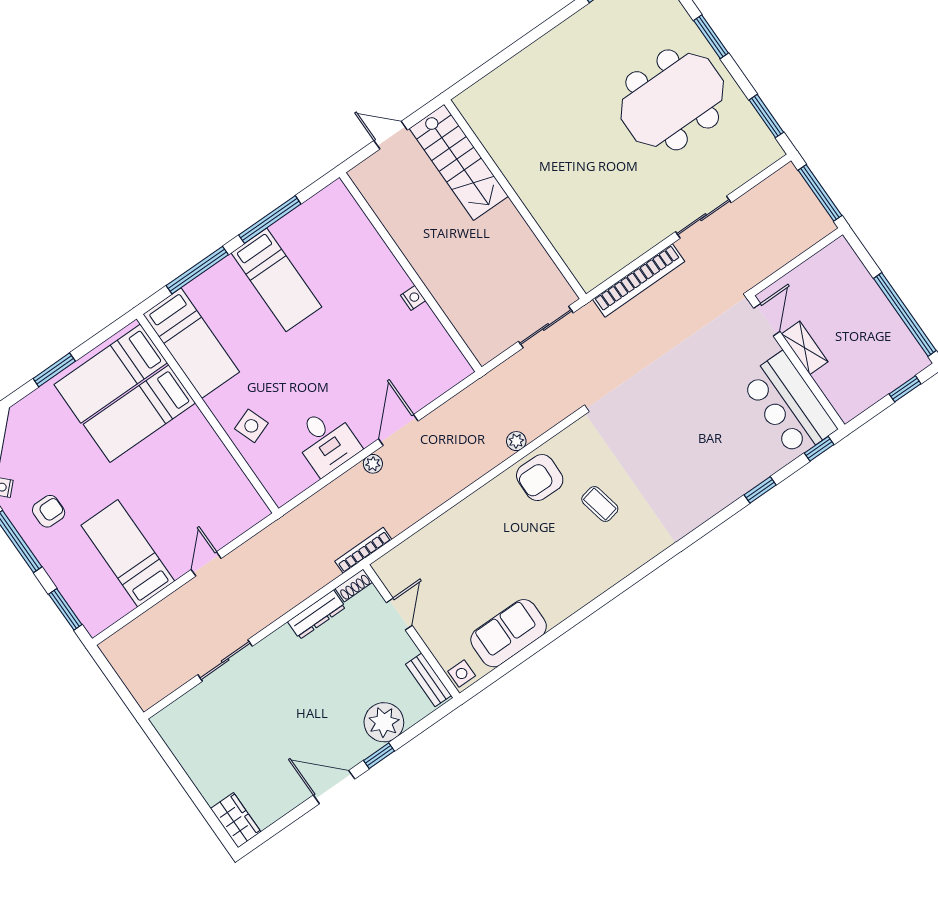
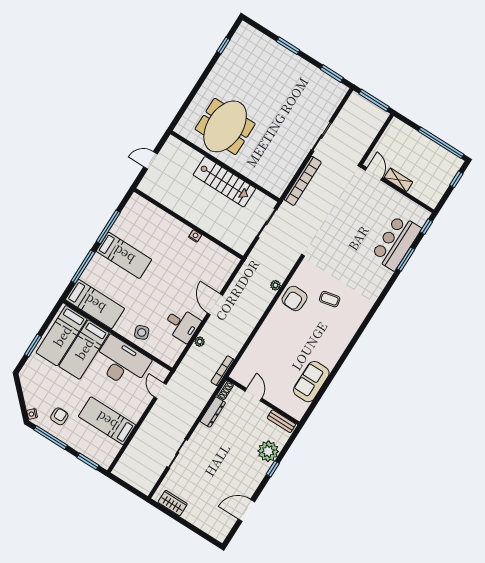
meeting table: (672, 100) -> (225, 126), moved
stairs: (459, 162) -> (224, 182), moved
bar counter: (789, 405) -> (396, 242), moved, turned 90
desk: (195, 463) -> (121, 362), added
plant: (373, 464) -> (200, 342), moved
window: (760, 490) -> (406, 259), width x1.50
door: (206, 564) -> (160, 391), moved
side table: (462, 673) -> (296, 411), removed
door: (334, 787) -> (246, 510), moved
wardrobe: (236, 820) -> (173, 503), moved

